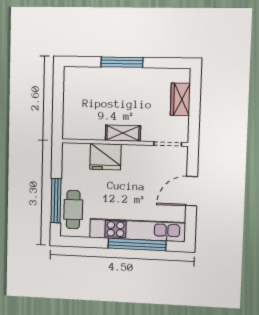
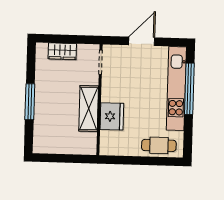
shelving: (123, 133) -> (89, 109), width x1.50, depth x1.33
door: (192, 191) -> (142, 41), swing flipped
window: (56, 201) -> (151, 161), removed

